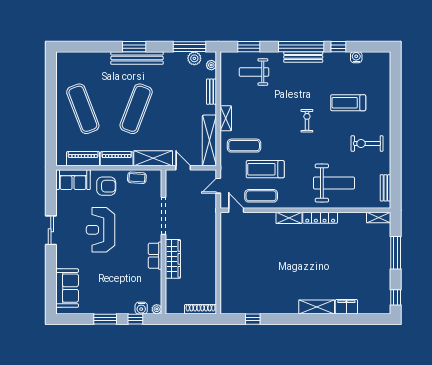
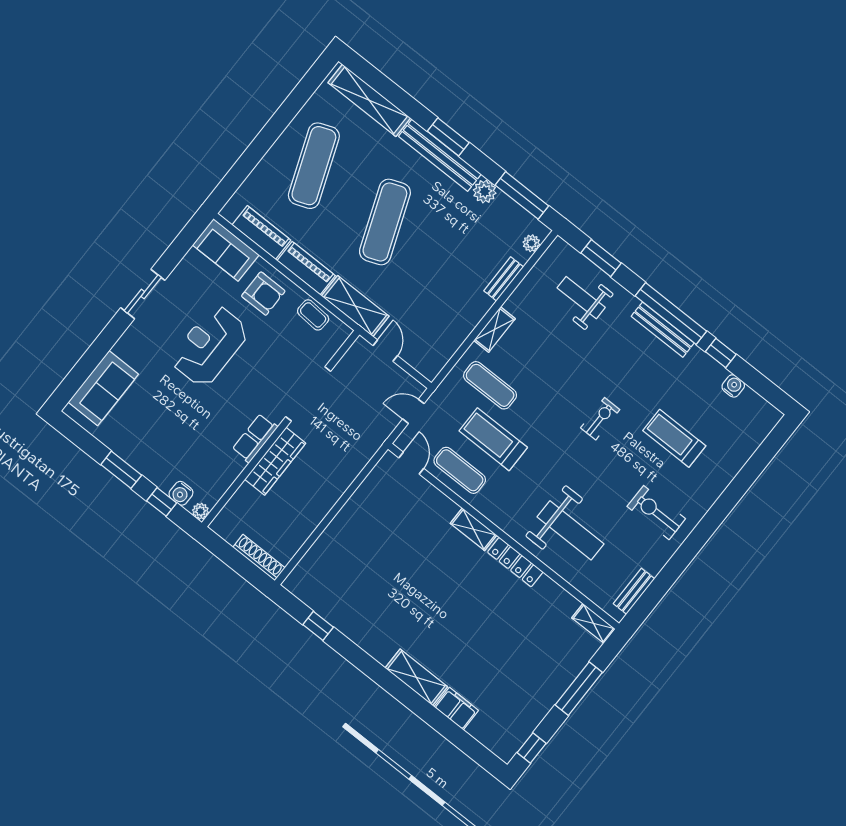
plant: (194, 58) -> (485, 192), moved
exercise mat: (136, 109) -> (385, 222), turned -42
shelving: (209, 140) -> (369, 100), moved, turned 90

